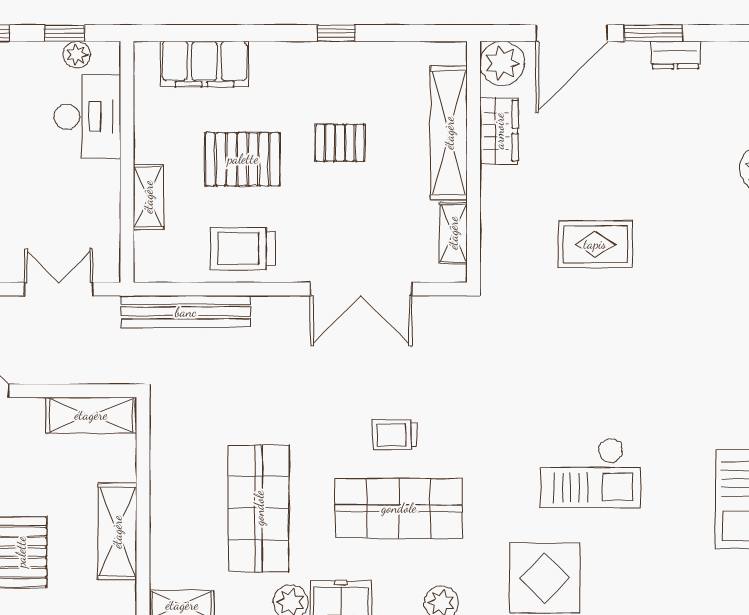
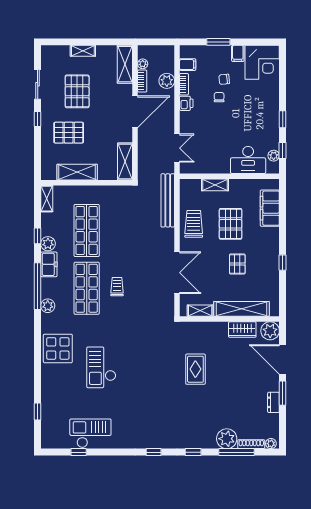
double door: (361, 289) -> (177, 273), swing flipped
shop shelf: (259, 508) -> (87, 230), turned 90

